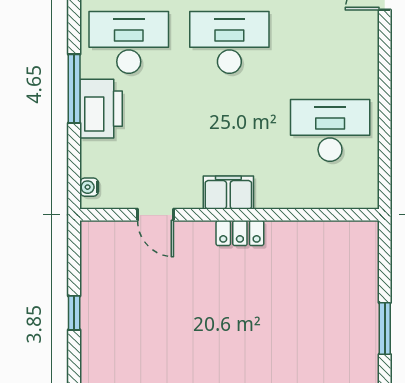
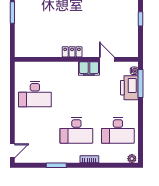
window: (74, 89) -> (140, 83), moved
printer: (101, 109) -> (129, 88), moved
filing cabinet: (228, 192) -> (89, 69), moved

